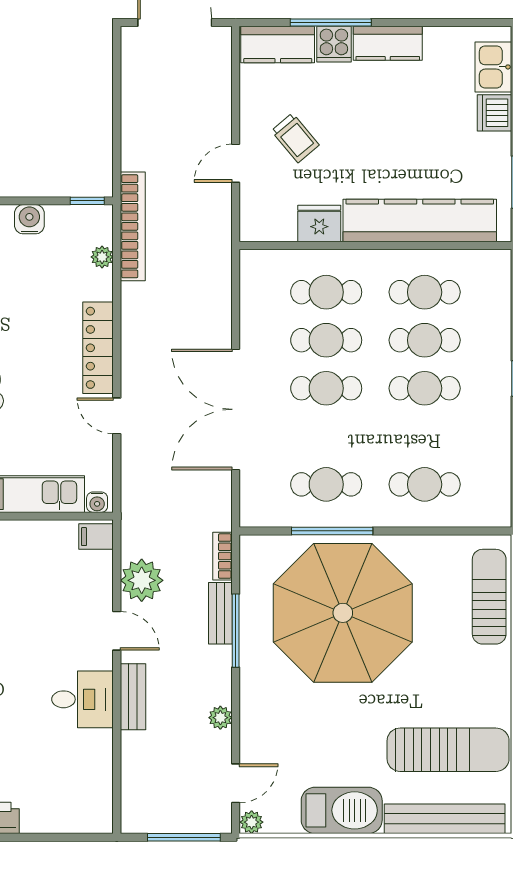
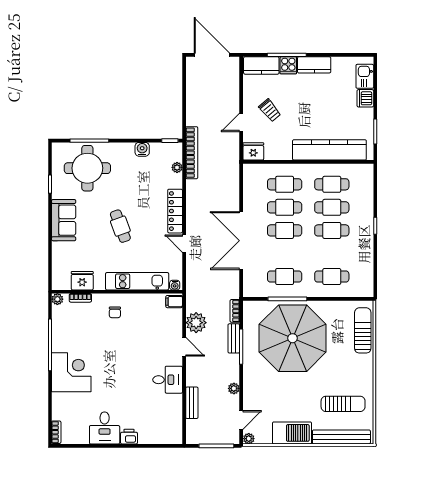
fridge: (319, 224) -> (253, 151), moved
bench: (133, 697) -> (192, 403), moved
sun lounger: (448, 750) -> (343, 404), width x0.73, depth x0.75

